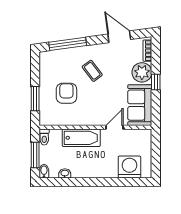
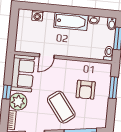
coffee table: (92, 71) -> (61, 107), width x1.86, depth x1.72
bathtub: (81, 138) -> (71, 21), moved, turned 180
washing machine: (129, 167) -> (37, 16), width x0.53, depth x0.53

